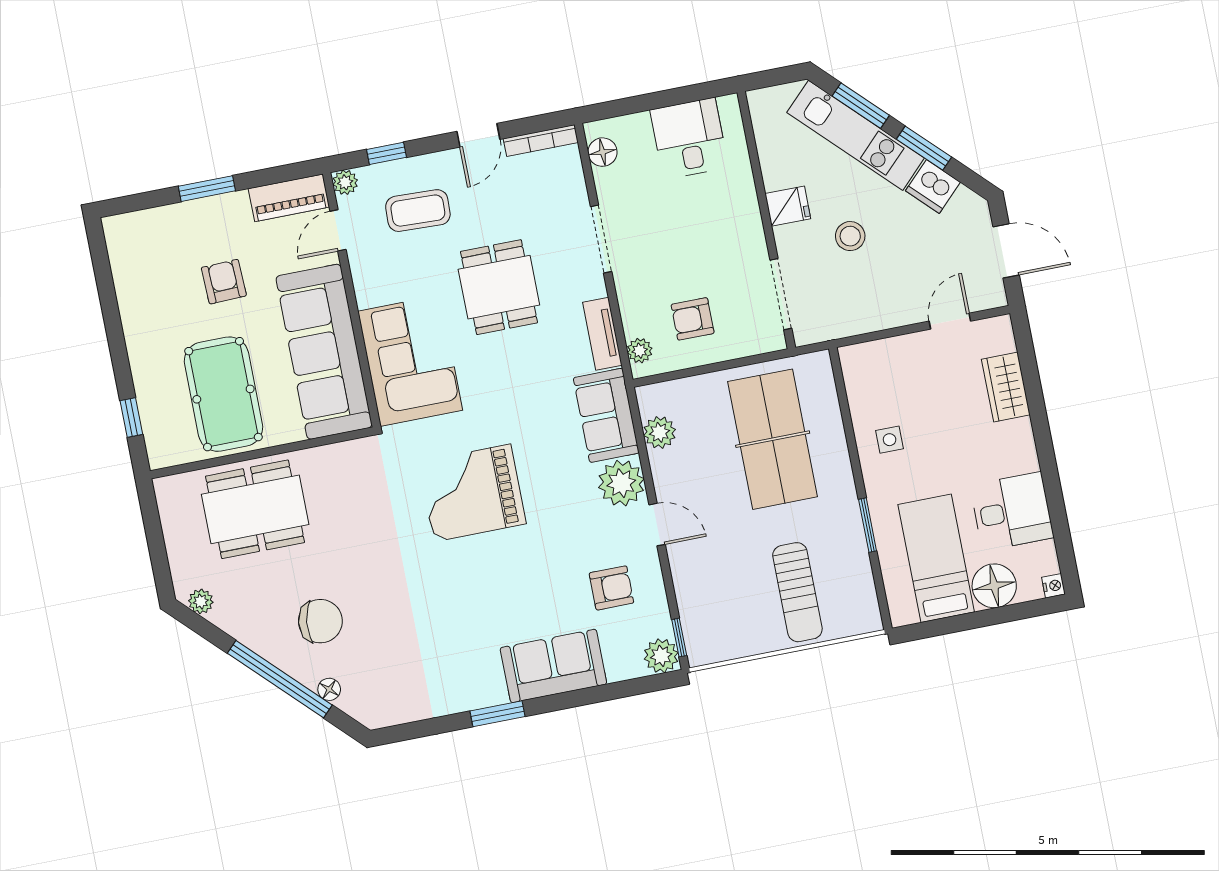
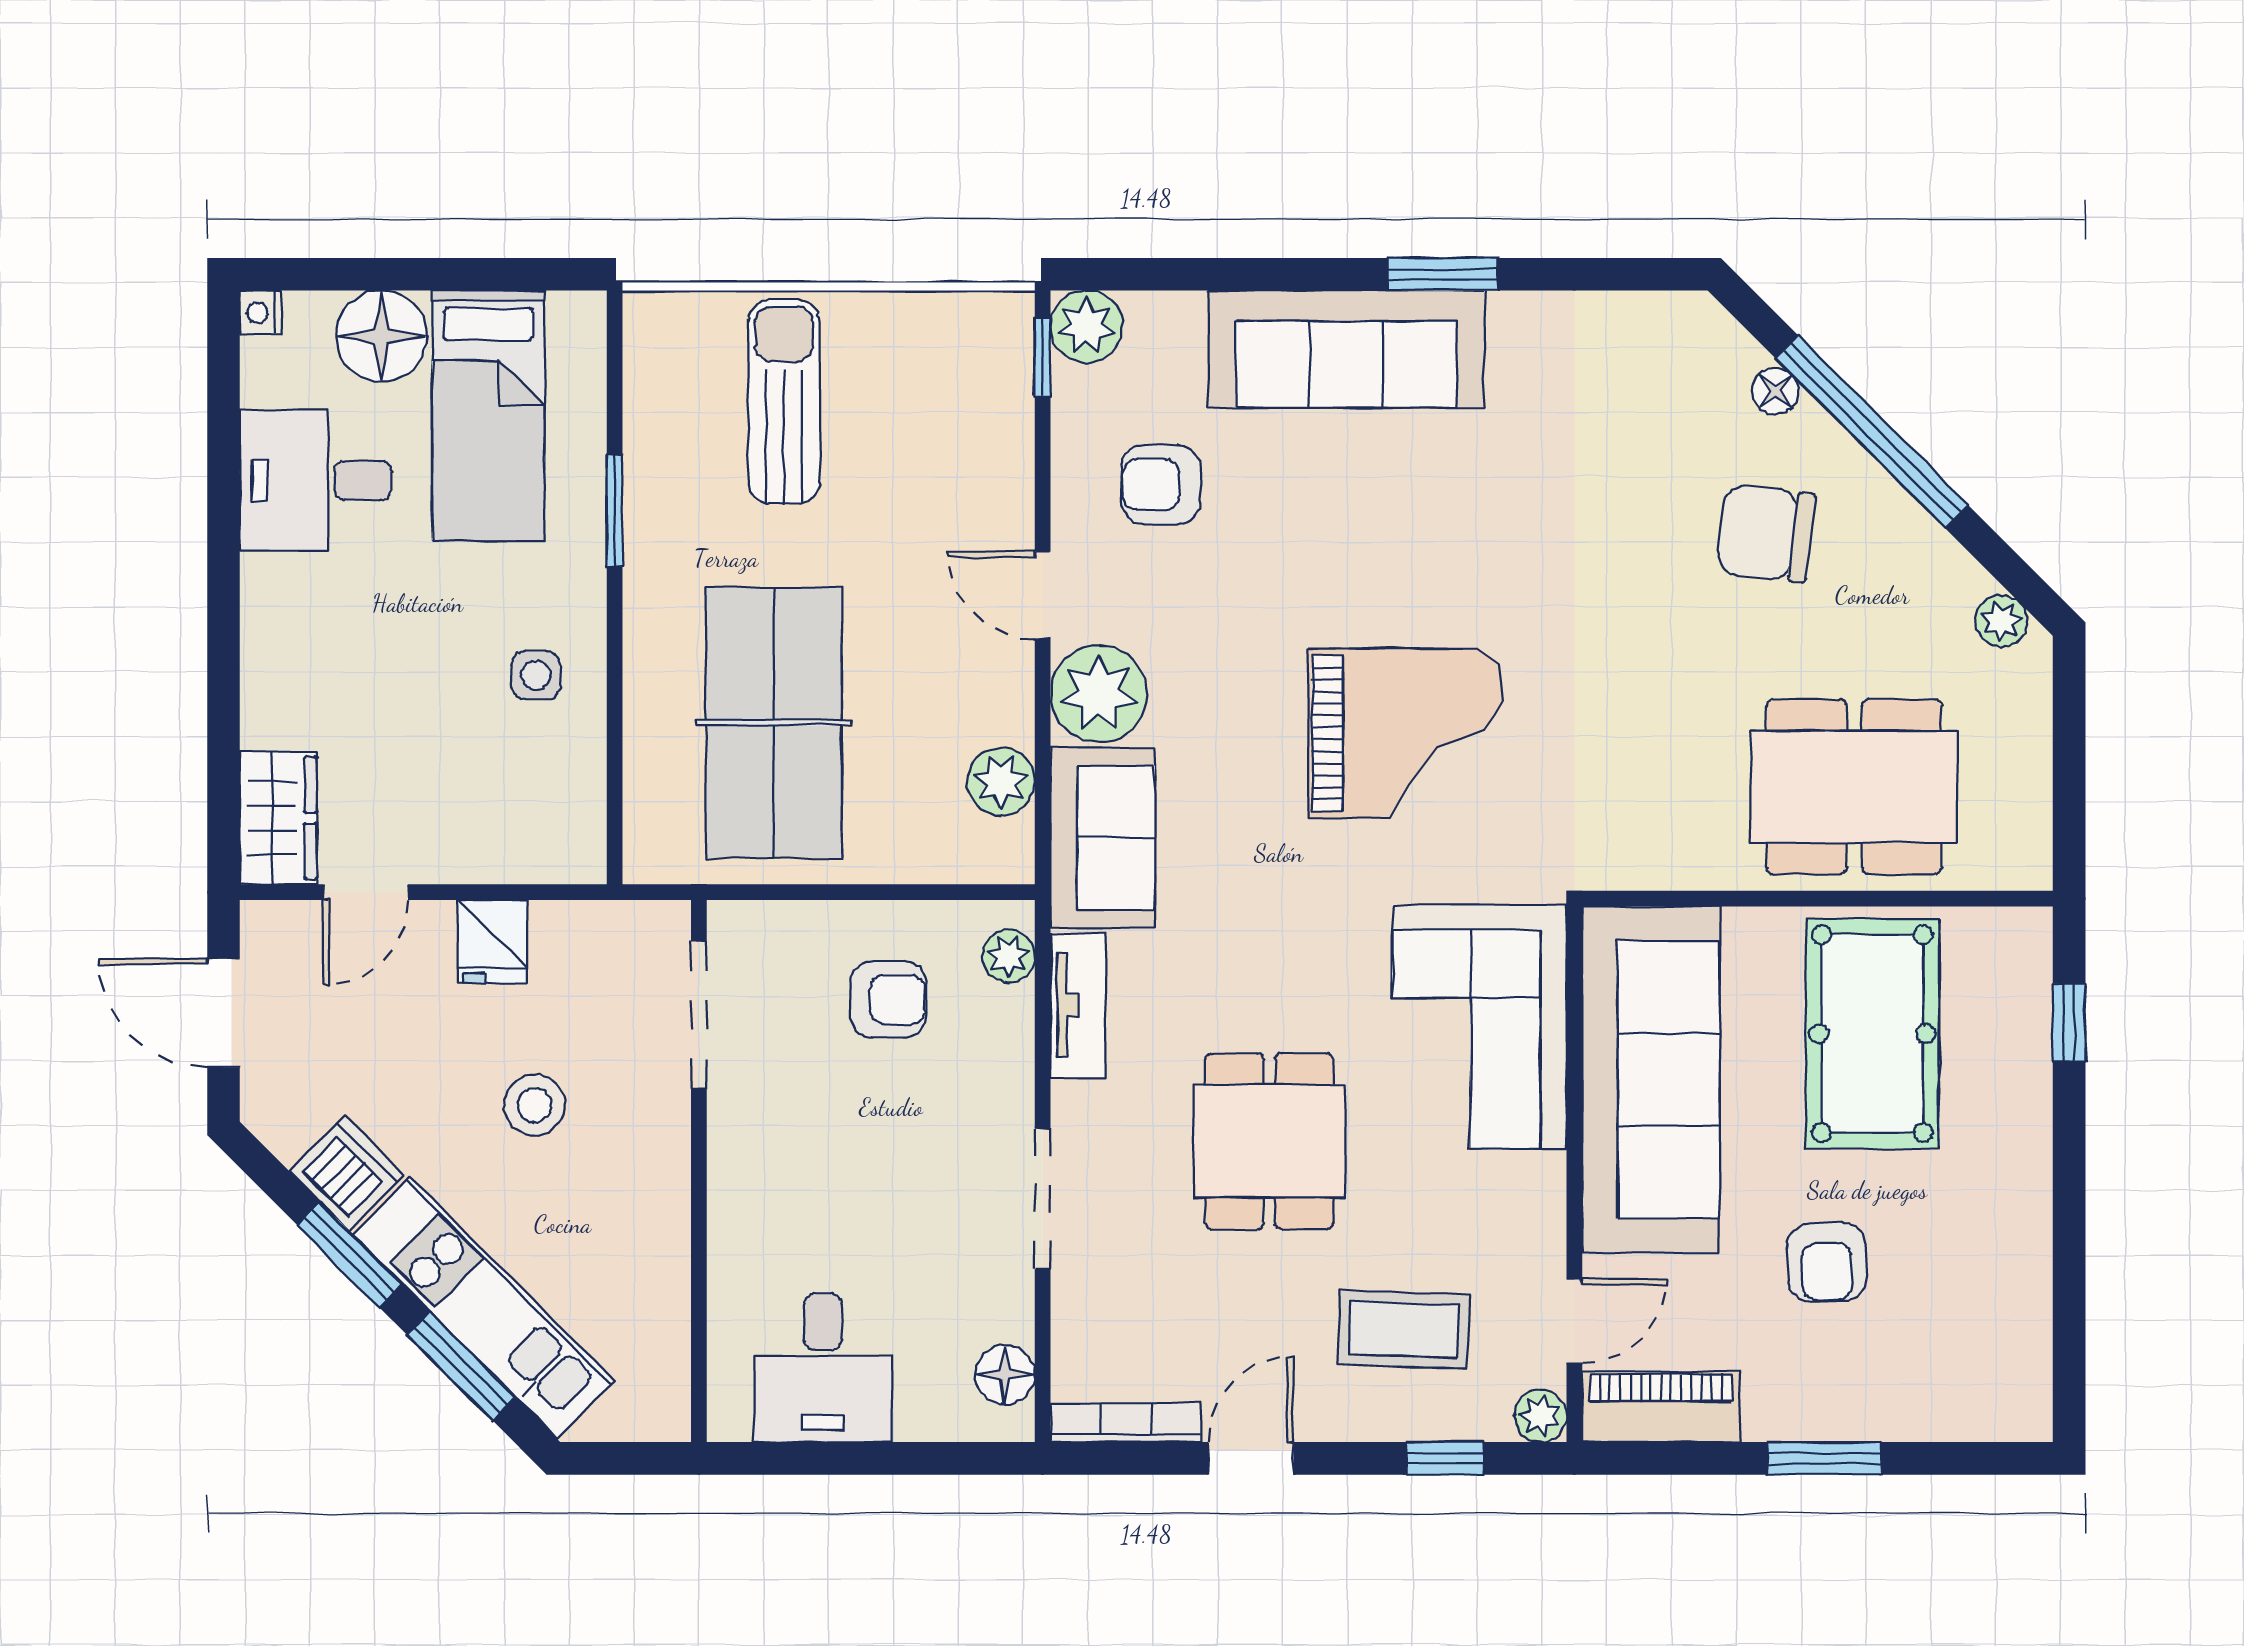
fridge: (788, 206) -> (493, 942), moved, turned -90
wardrobe: (1006, 387) -> (278, 818), moved
sofa: (553, 666) -> (1346, 349), width x1.36

